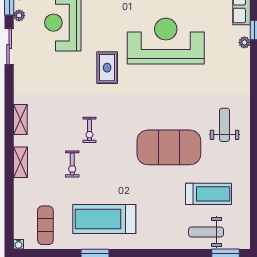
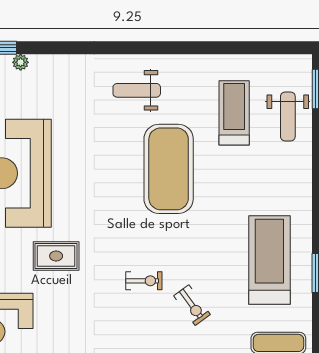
exercise bike: (72, 164) -> (192, 305), turned 54
treadmill: (104, 219) -> (269, 260), turned 180

